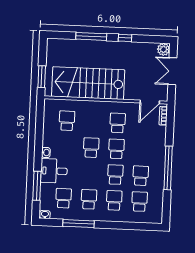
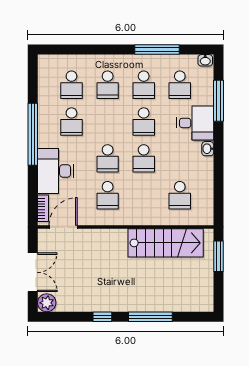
stairs: (88, 83) -> (166, 243), width x0.73, depth x0.66
desk: (153, 142) -> (55, 171), added
school desk: (115, 175) -> (144, 122), moved

